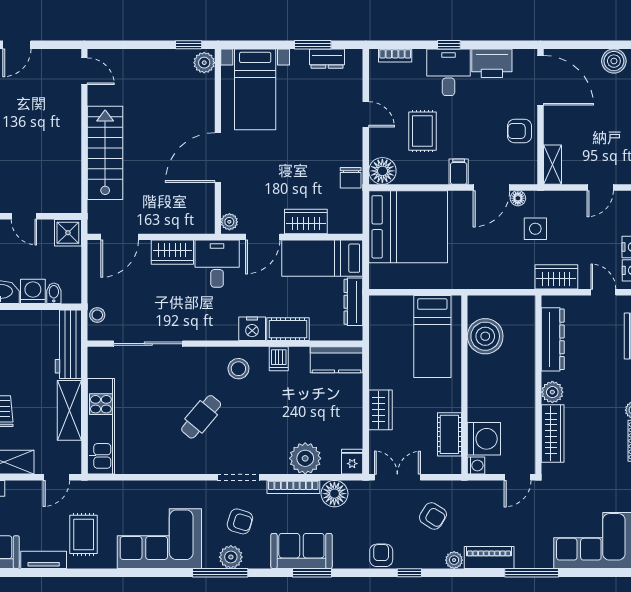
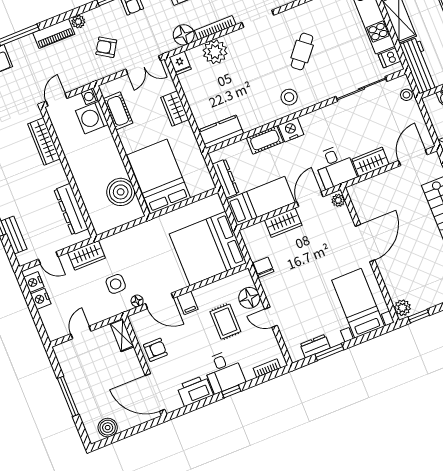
floor lamp: (382, 171) -> (249, 298), moved
door: (491, 188) -> (159, 301), swing flipped
bed: (432, 336) -> (159, 176), width x1.50
dishwasher: (279, 359) -> (390, 58), moved, turned -90
plant: (552, 392) -> (56, 171), removed

